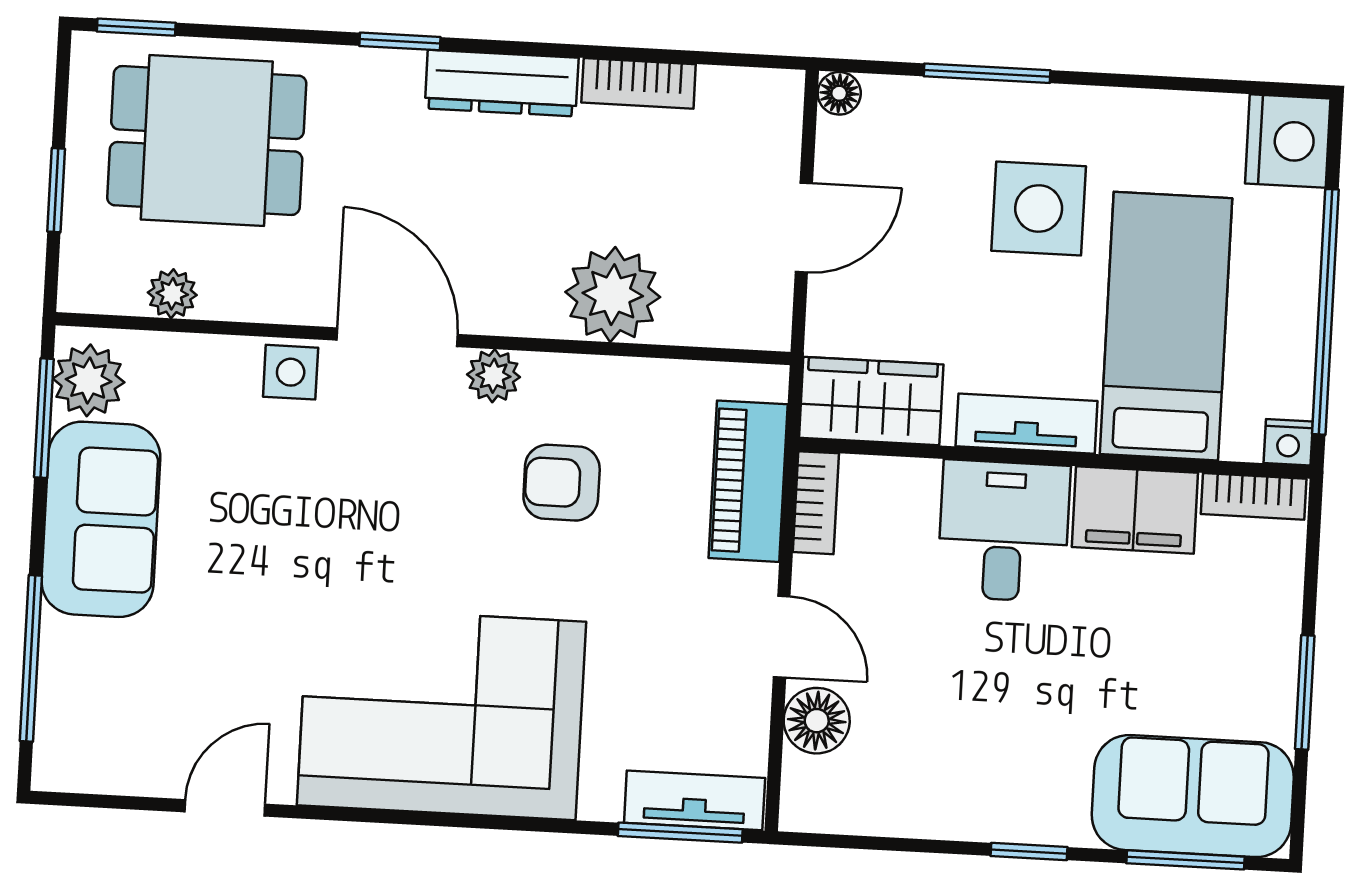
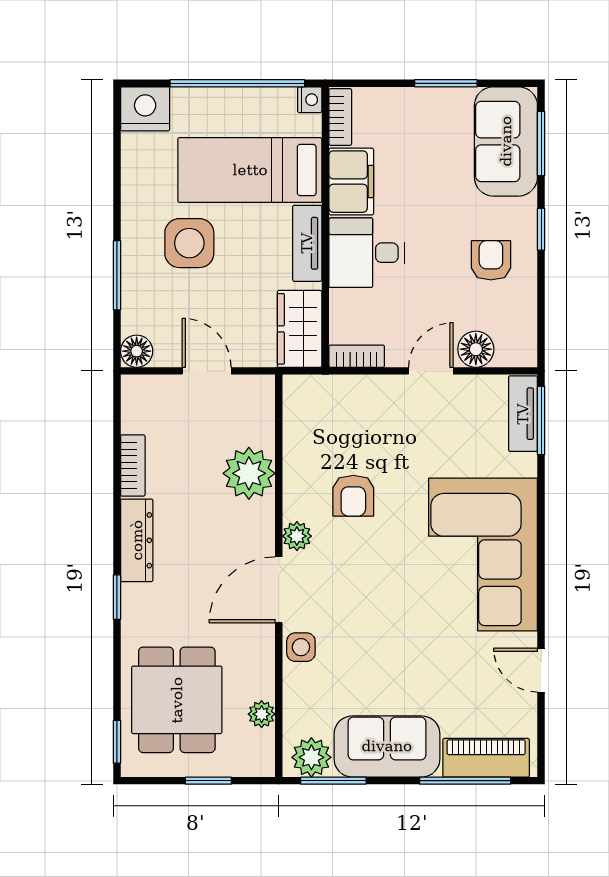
floor lamp: (839, 93) -> (137, 351), width x1.37, depth x1.37
piano: (748, 481) -> (486, 758), moved, turned 180
armchair: (977, 757) -> (491, 260), added

